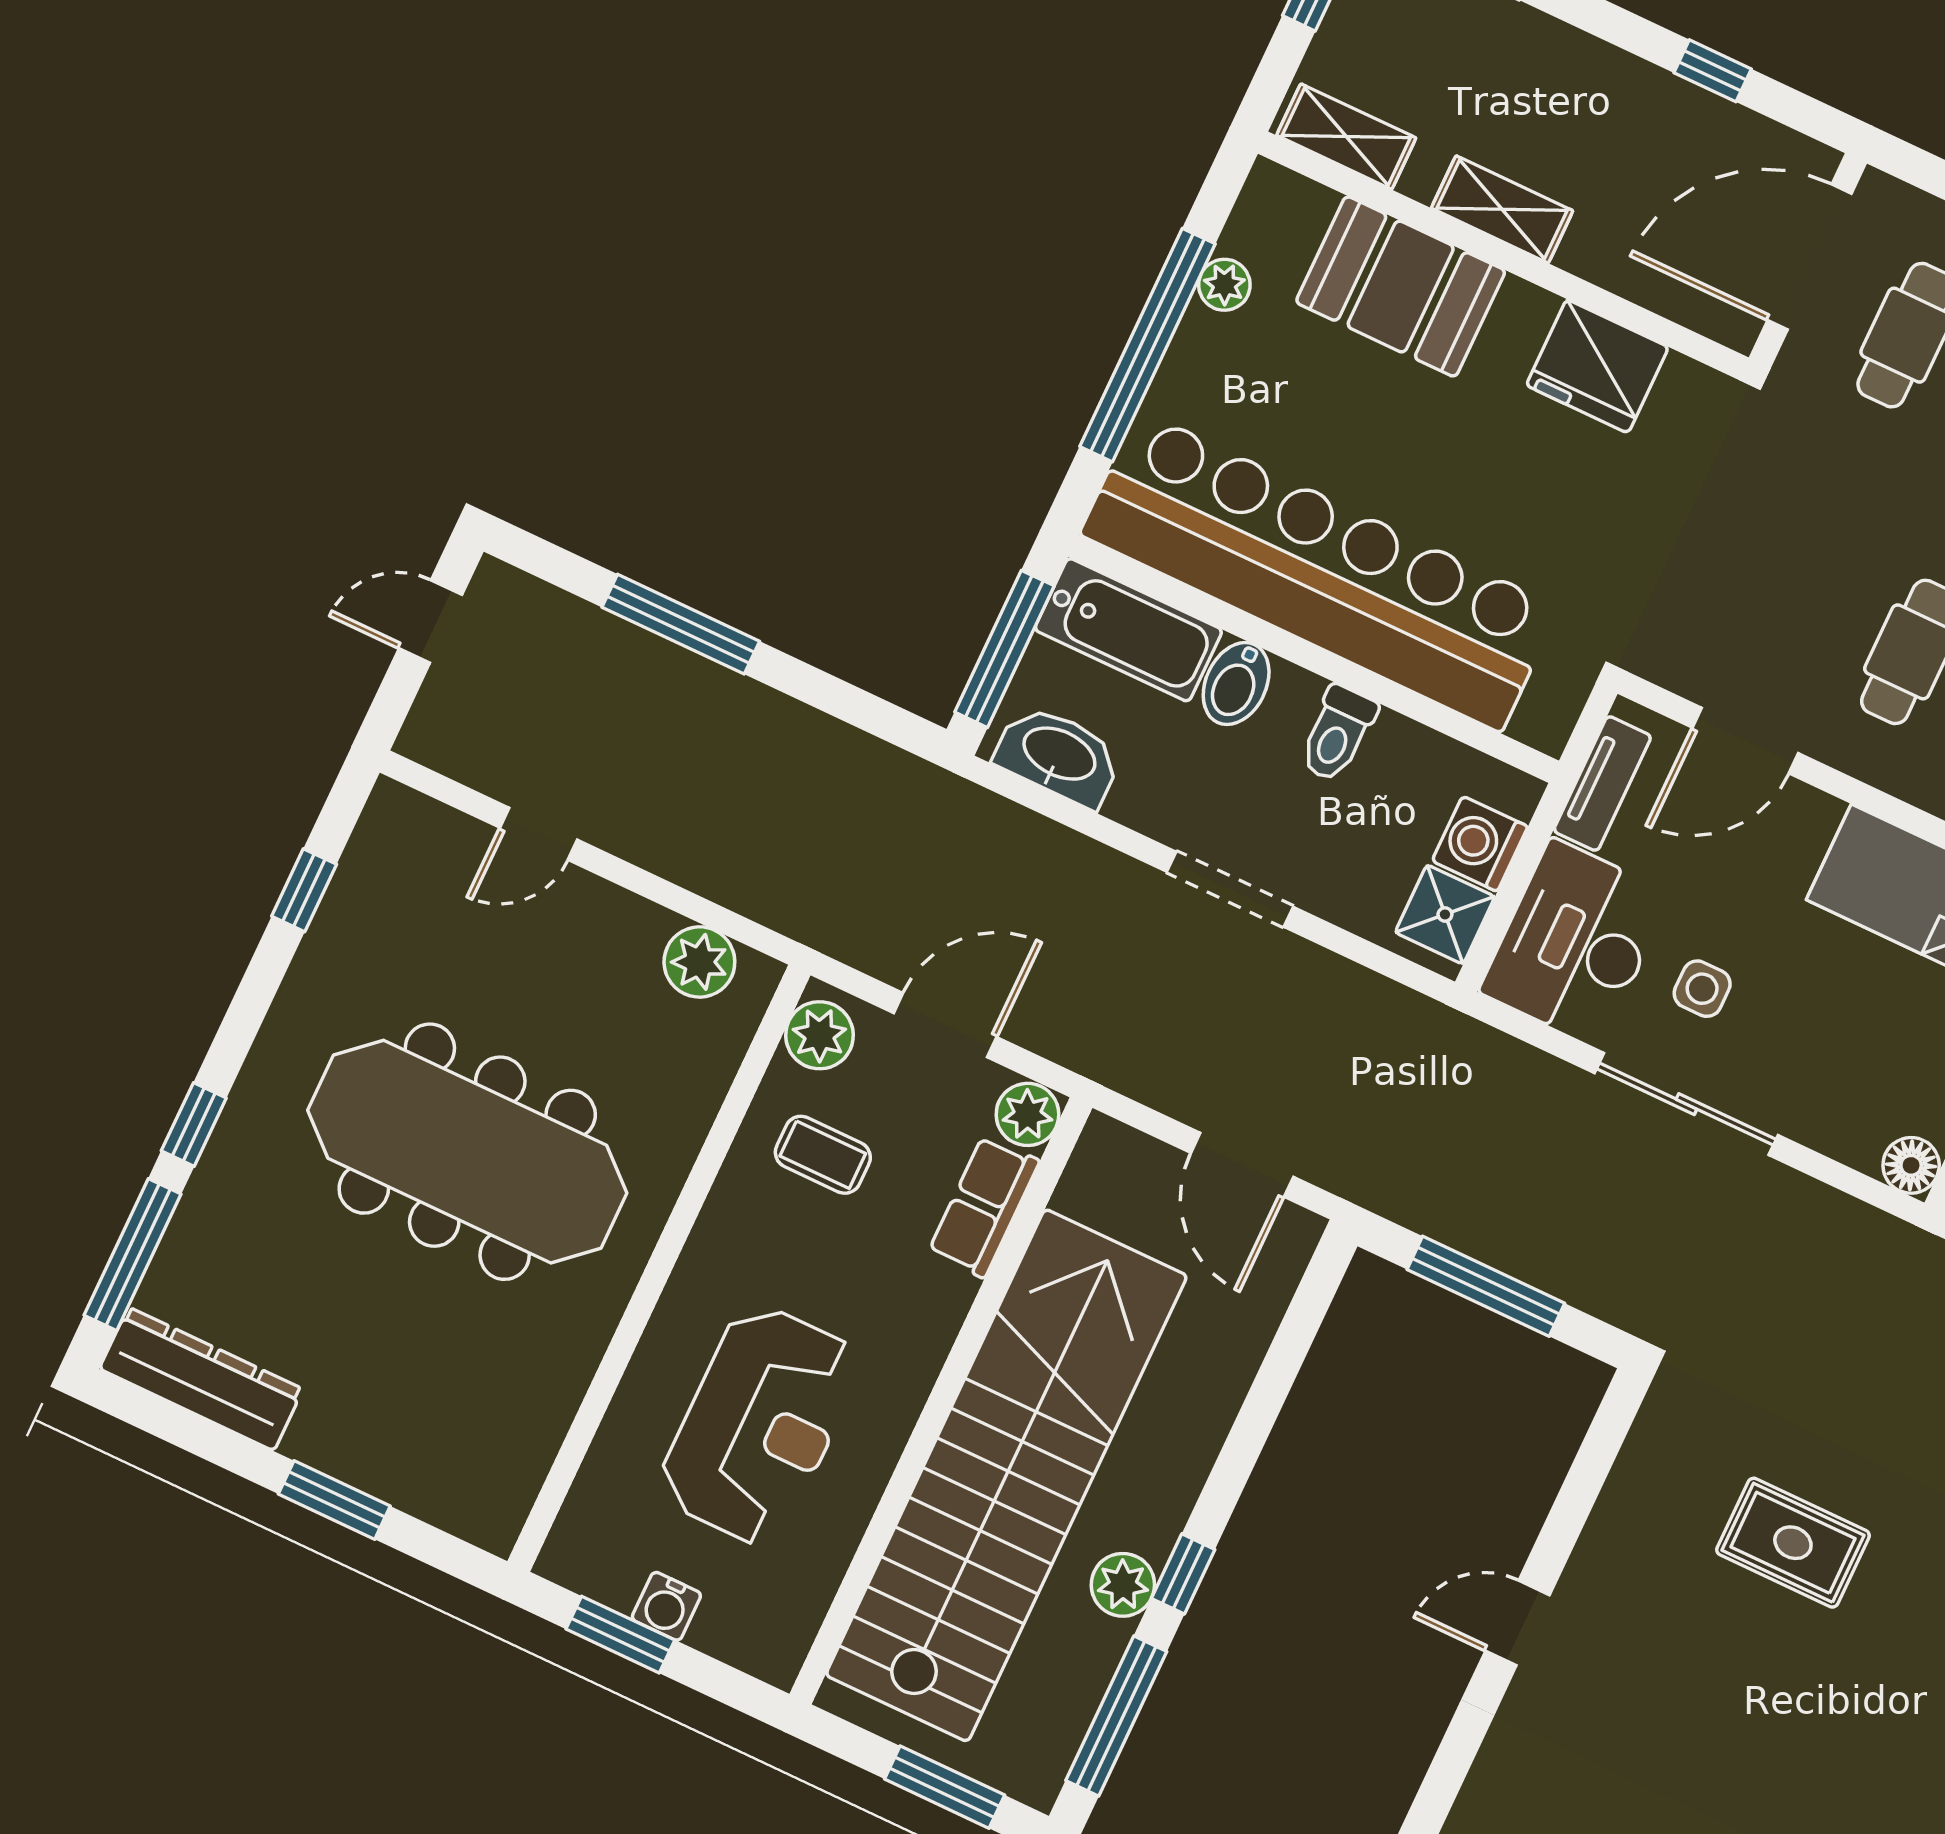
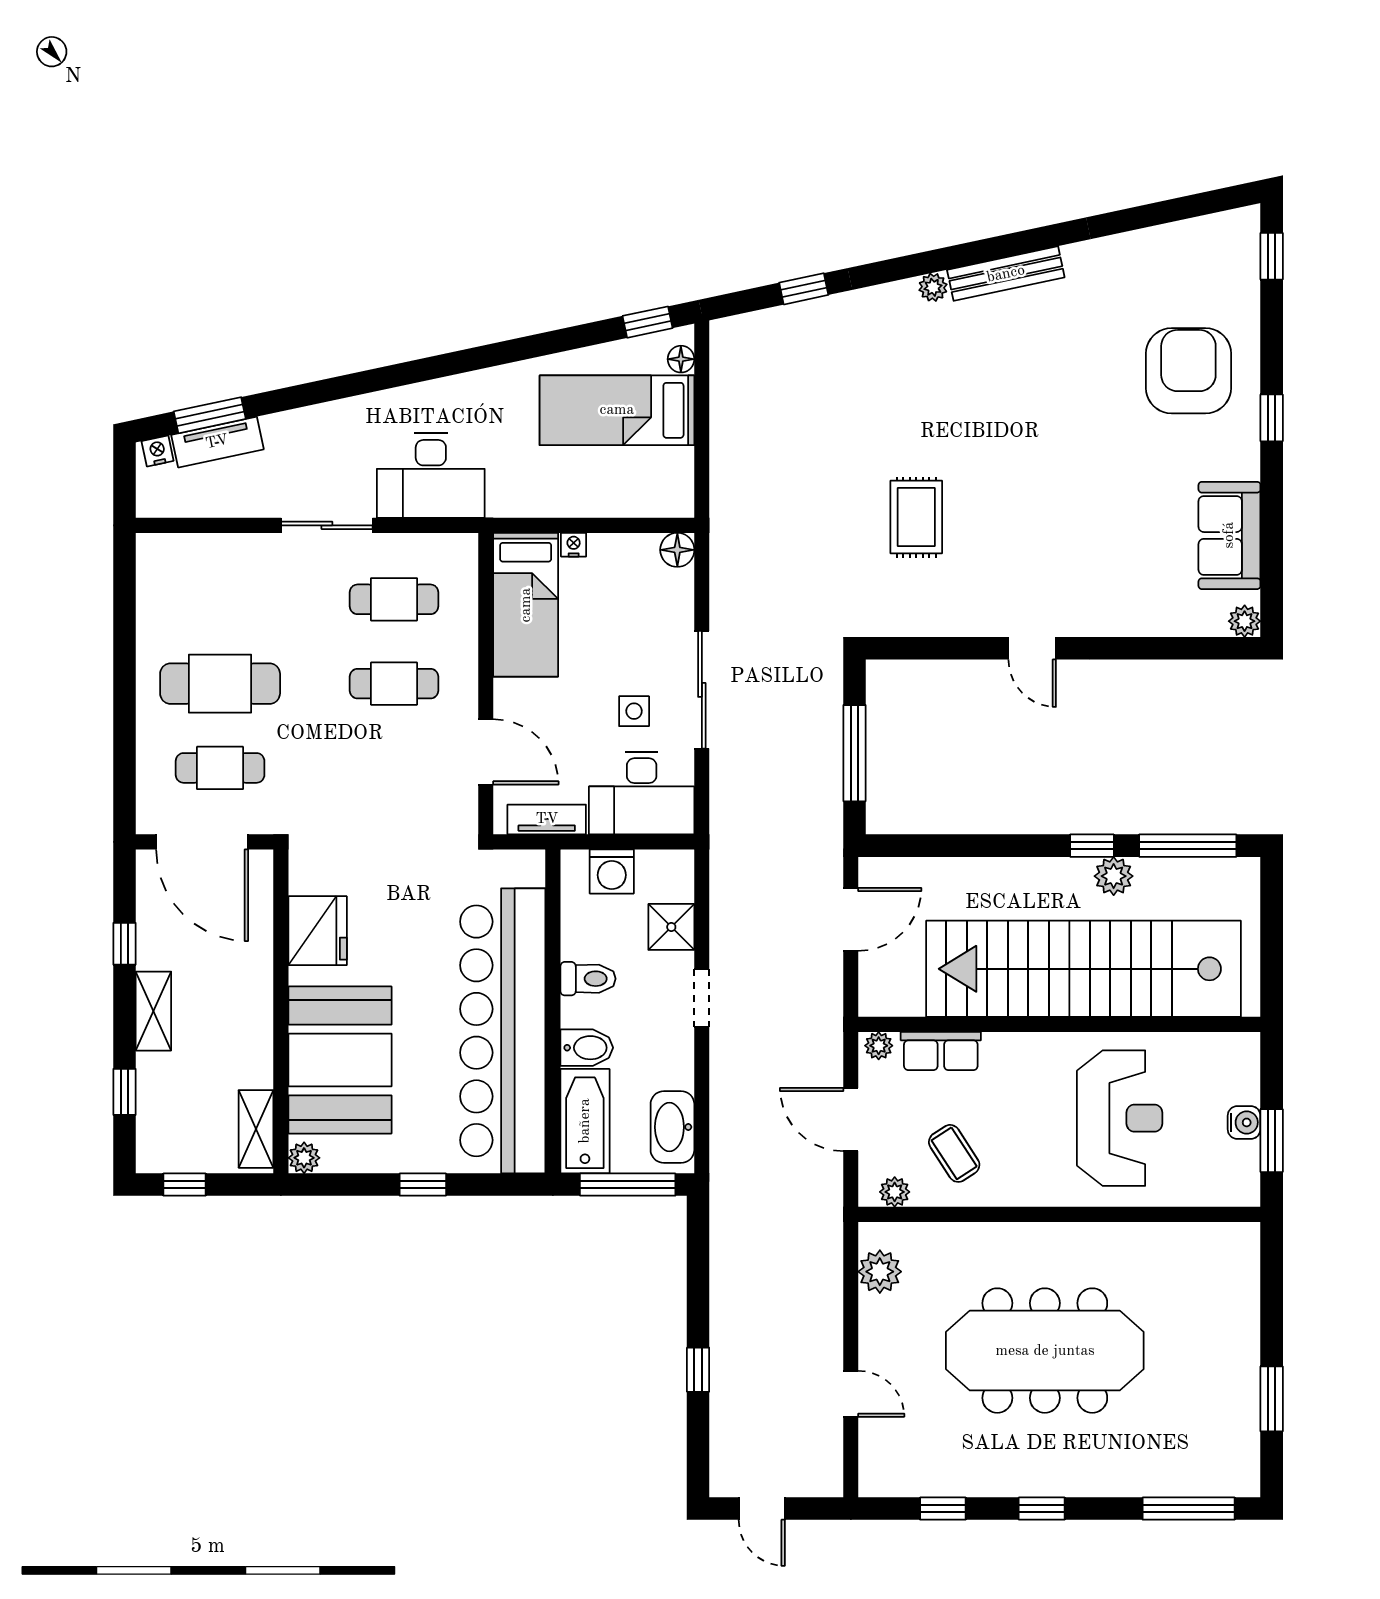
shelving: (1502, 209) -> (153, 1011), moved
plant: (1224, 285) -> (304, 1158), moved
booth: (1401, 286) -> (340, 1060), width x1.36, depth x1.42
window: (1147, 345) -> (423, 1185), width x0.32
window: (681, 624) -> (698, 1370), width x0.46
doorway: (1230, 889) -> (702, 998), width x0.73
shower: (1445, 914) -> (671, 927), moved
plant: (819, 1035) -> (895, 1192), width x0.73, depth x0.73
plant: (1027, 1114) -> (879, 1046), width x0.73, depth x0.73
window: (194, 1124) -> (1042, 1509), moved
meeting table: (467, 1152) -> (1045, 1351), turned 90
coffee table: (823, 1155) -> (954, 1153), turned -33
dresser: (201, 1379) -> (1239, 1438), removed
reception desk: (760, 1425) -> (1120, 1118), turned 90
window: (334, 1500) -> (1272, 1399), moved
window: (945, 1787) -> (1272, 922), removed

